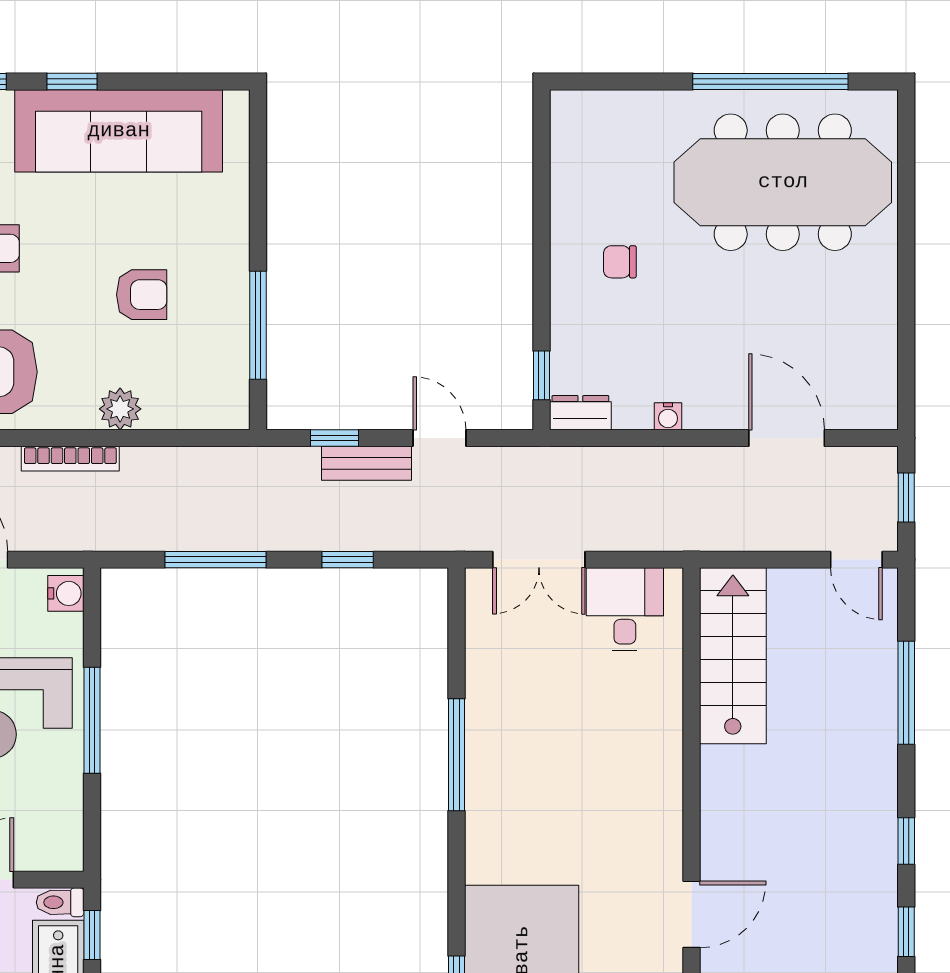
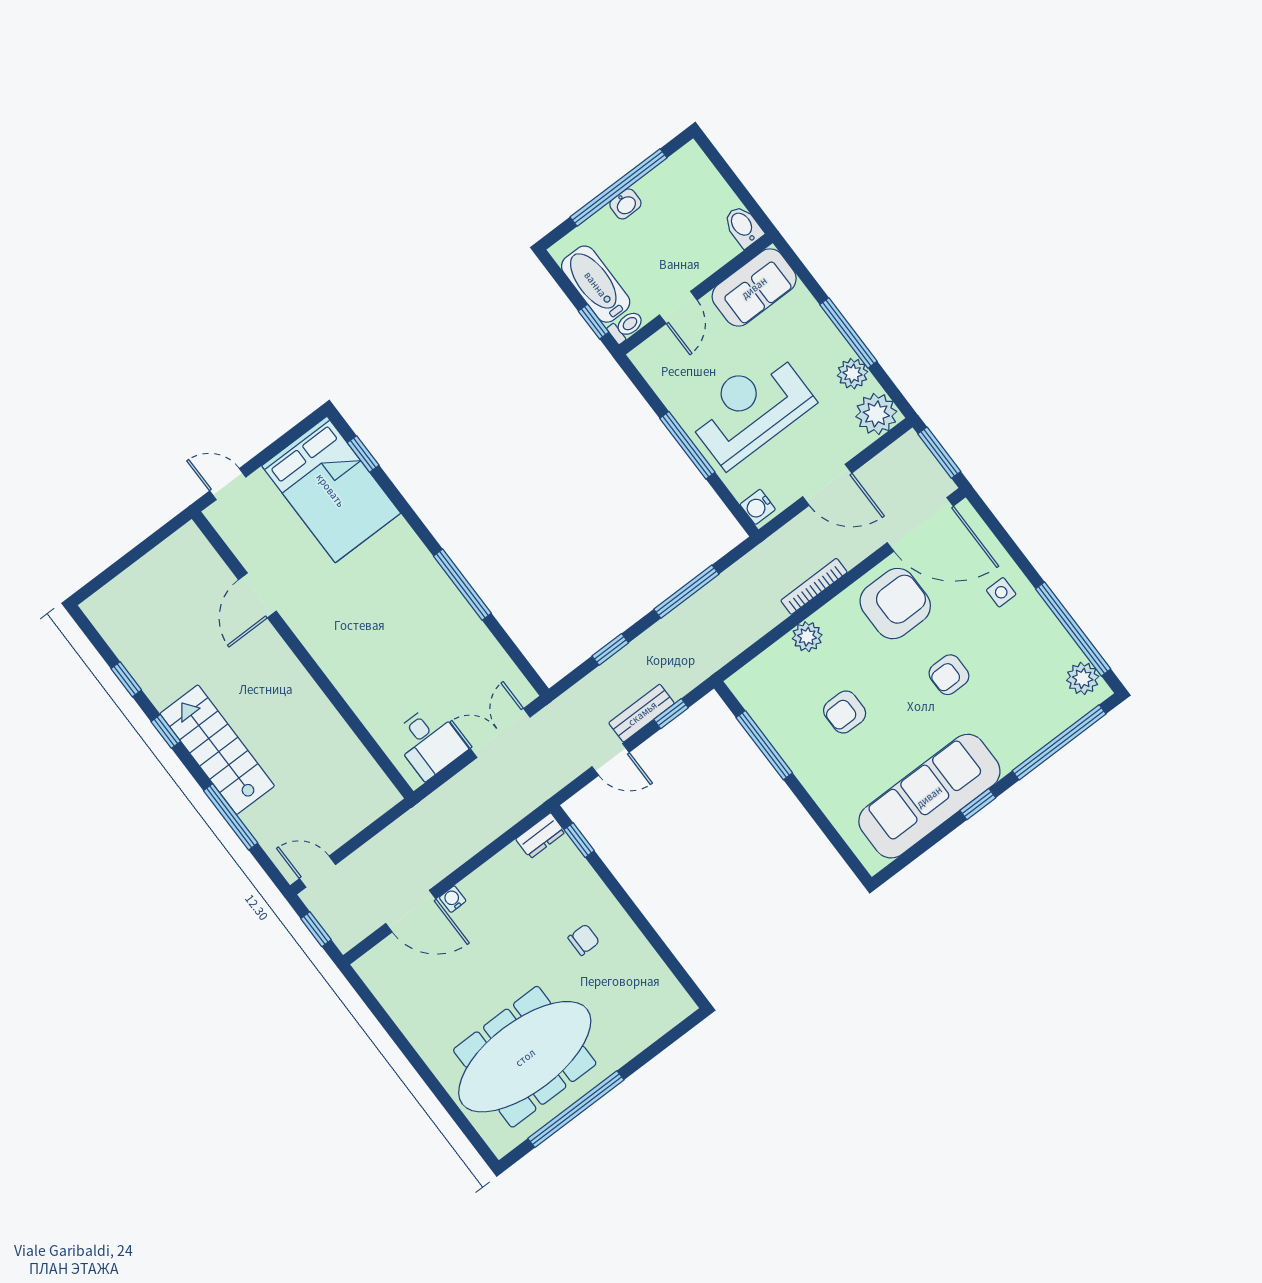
water cooler: (668, 416) -> (453, 899), moved
stairs: (733, 656) -> (217, 750), moved, turned 180

